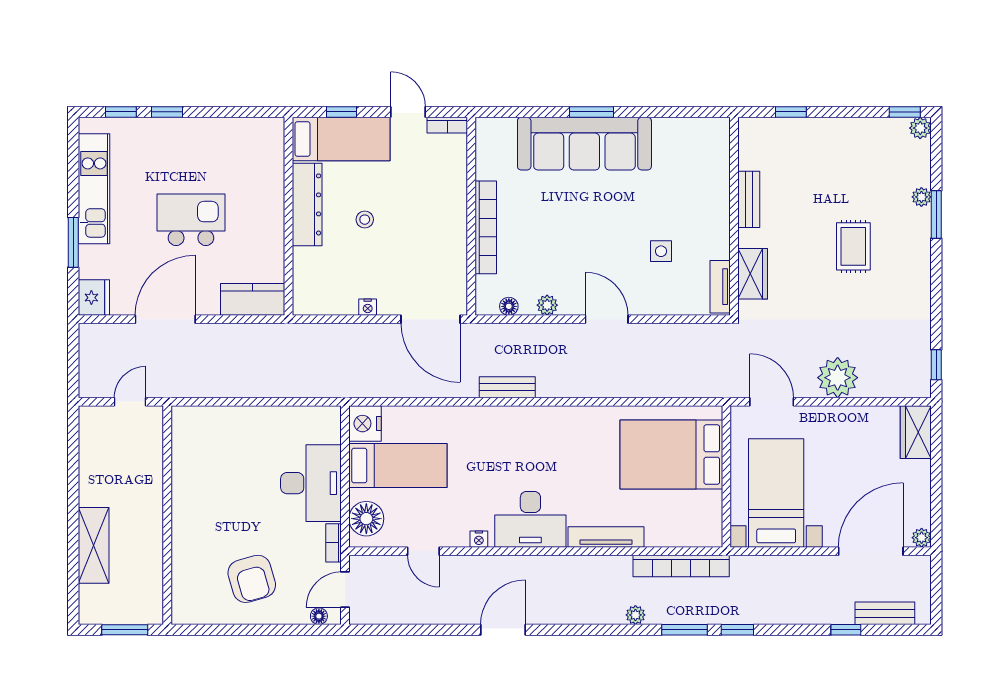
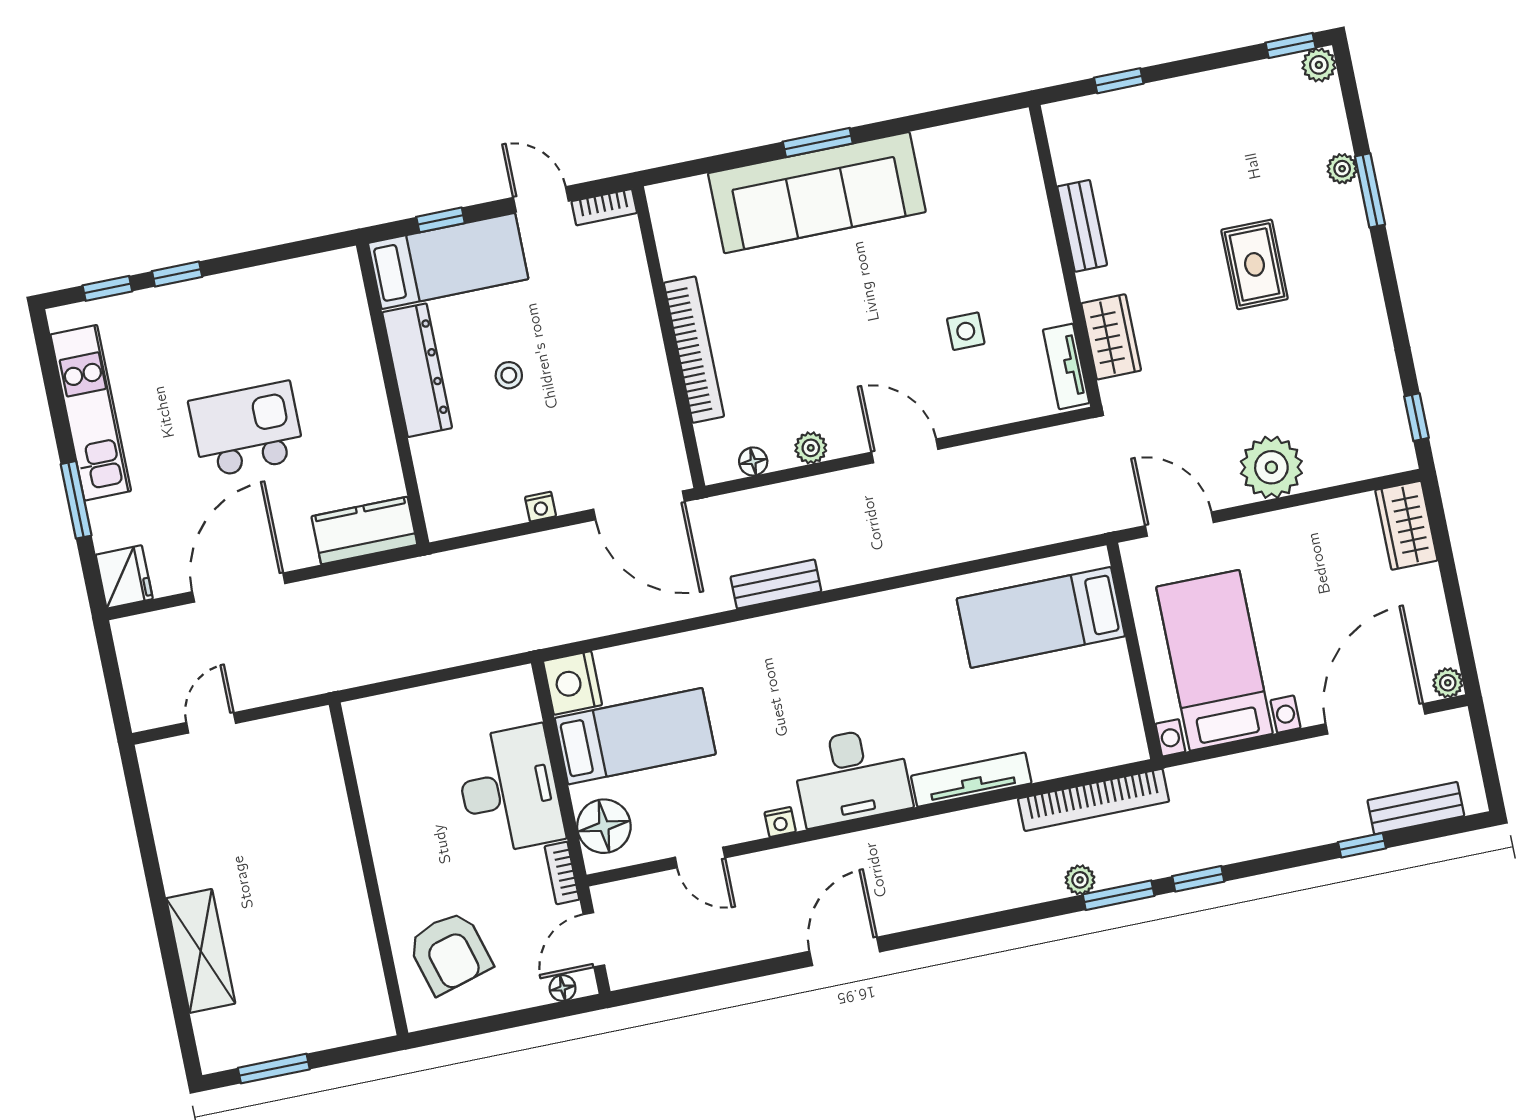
bed: (671, 455) -> (1041, 617), width x0.67
wall: (167, 515) -> (369, 869), moved
plant: (635, 615) -> (1080, 880), moved

